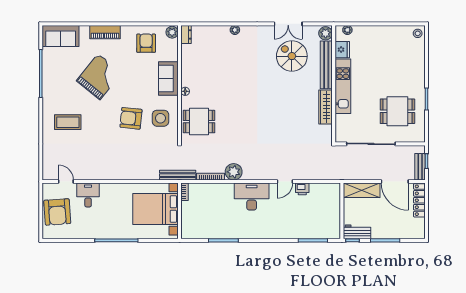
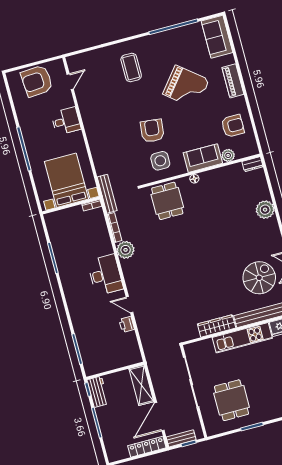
plant: (235, 30) -> (265, 210), width x1.88, depth x1.88
plant: (172, 32) -> (228, 155), moved
desk: (88, 195) -> (66, 121), moved

